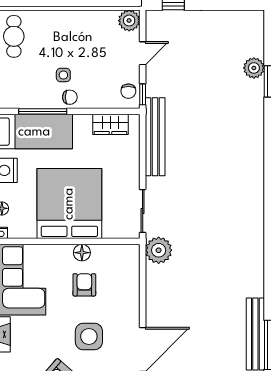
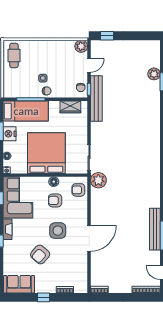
bench: (155, 137) -> (96, 98), moved
armchair: (124, 267) -> (78, 190), added
armchair: (84, 285) -> (55, 200), turned -90

